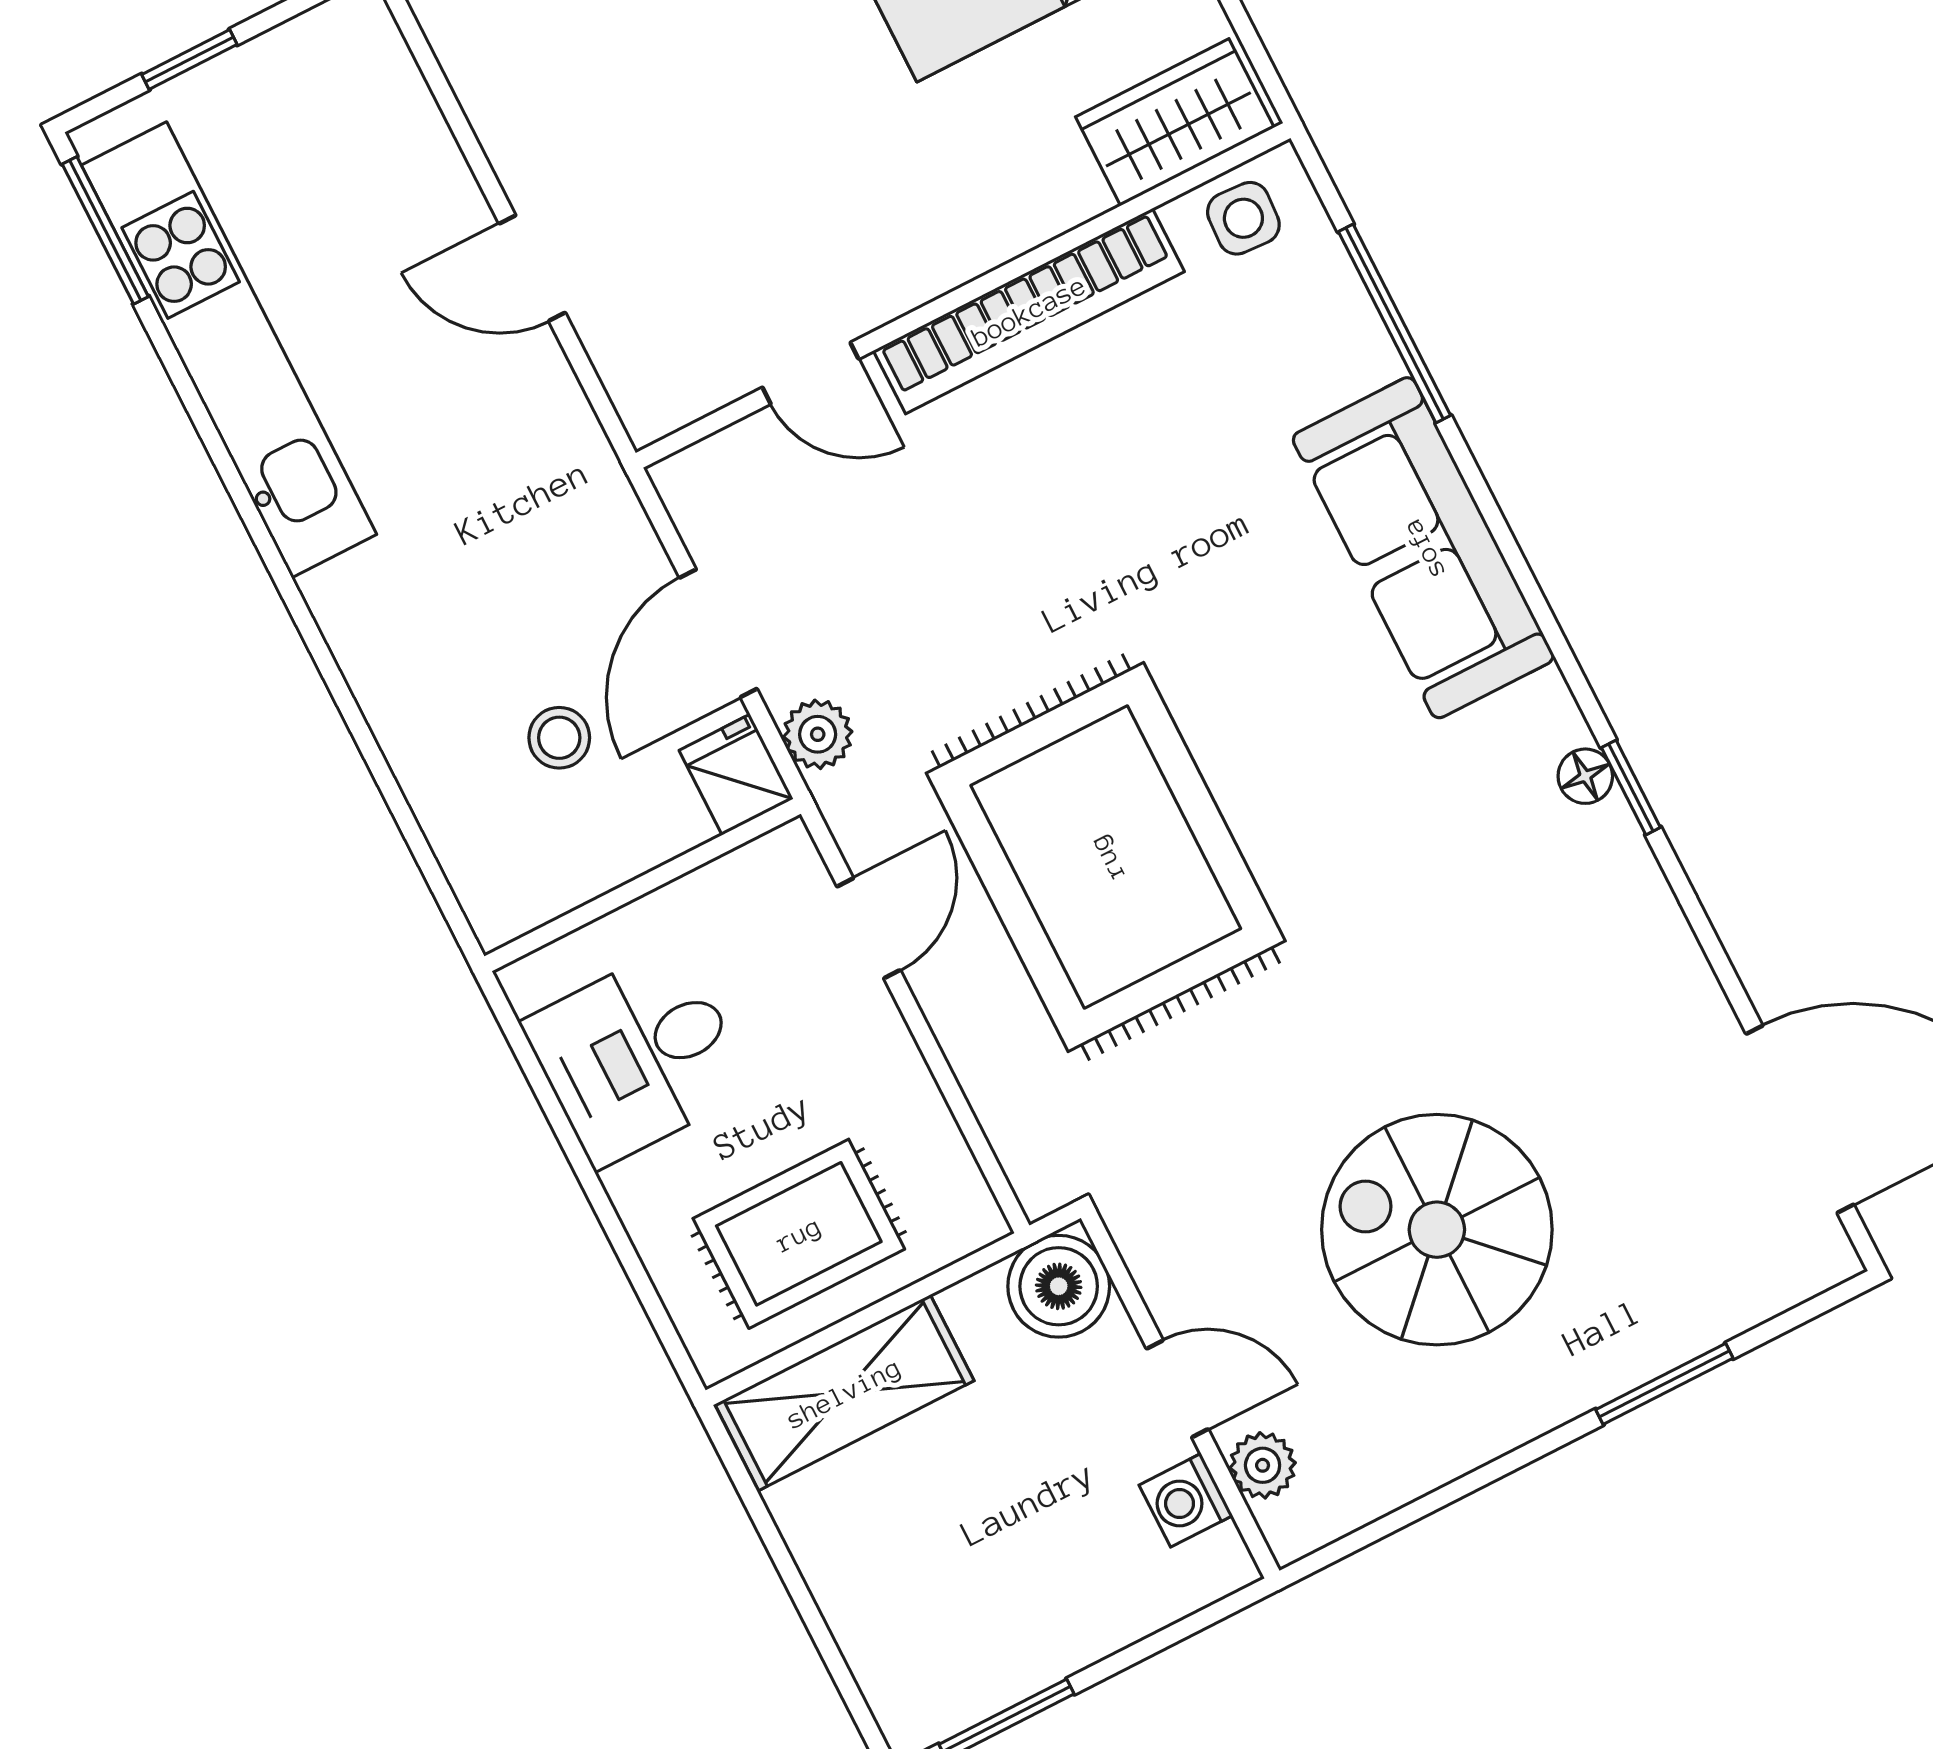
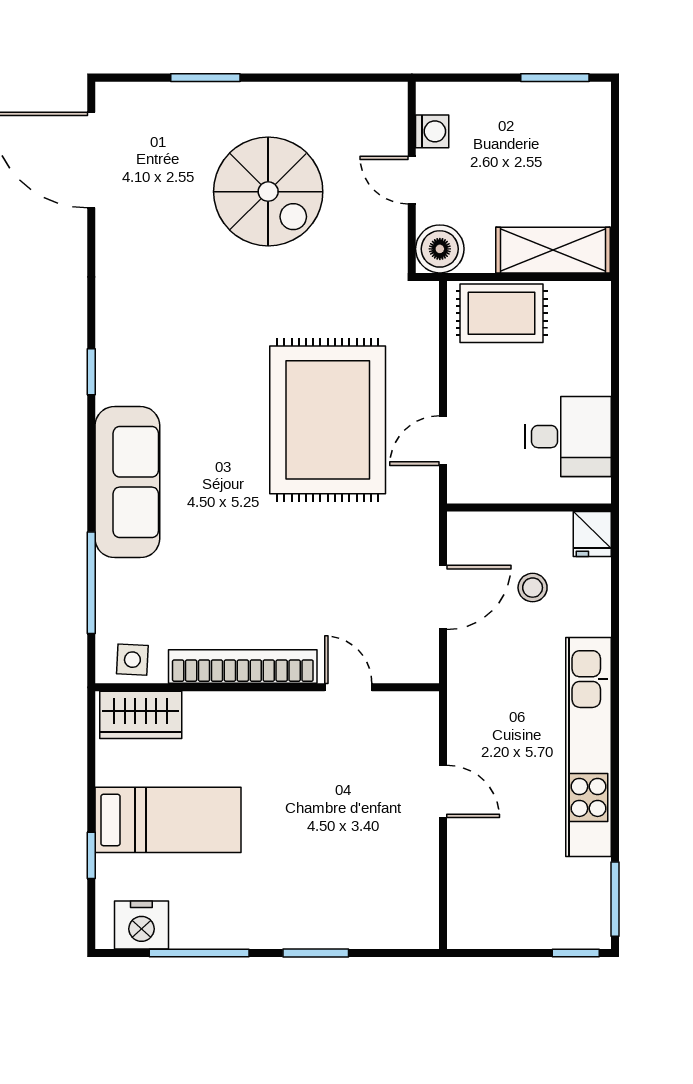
window: (189, 60) -> (576, 953), moved
kitchen unit: (229, 350) -> (588, 747), moved
plant: (818, 734) -> (423, 533), removed
fridge: (736, 775) -> (592, 534), moved
floor lamp: (1585, 776) -> (108, 351), removed
window: (1631, 787) -> (91, 372), moved
rug: (799, 1234) -> (502, 313), moved
plant: (1263, 1465) -> (392, 130), removed

